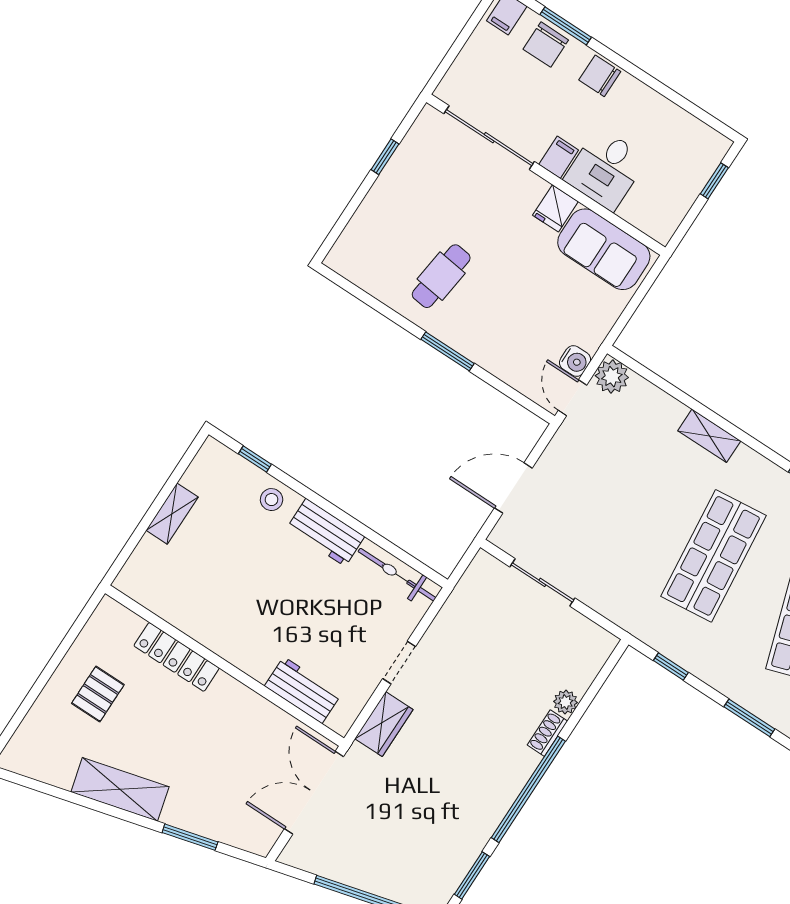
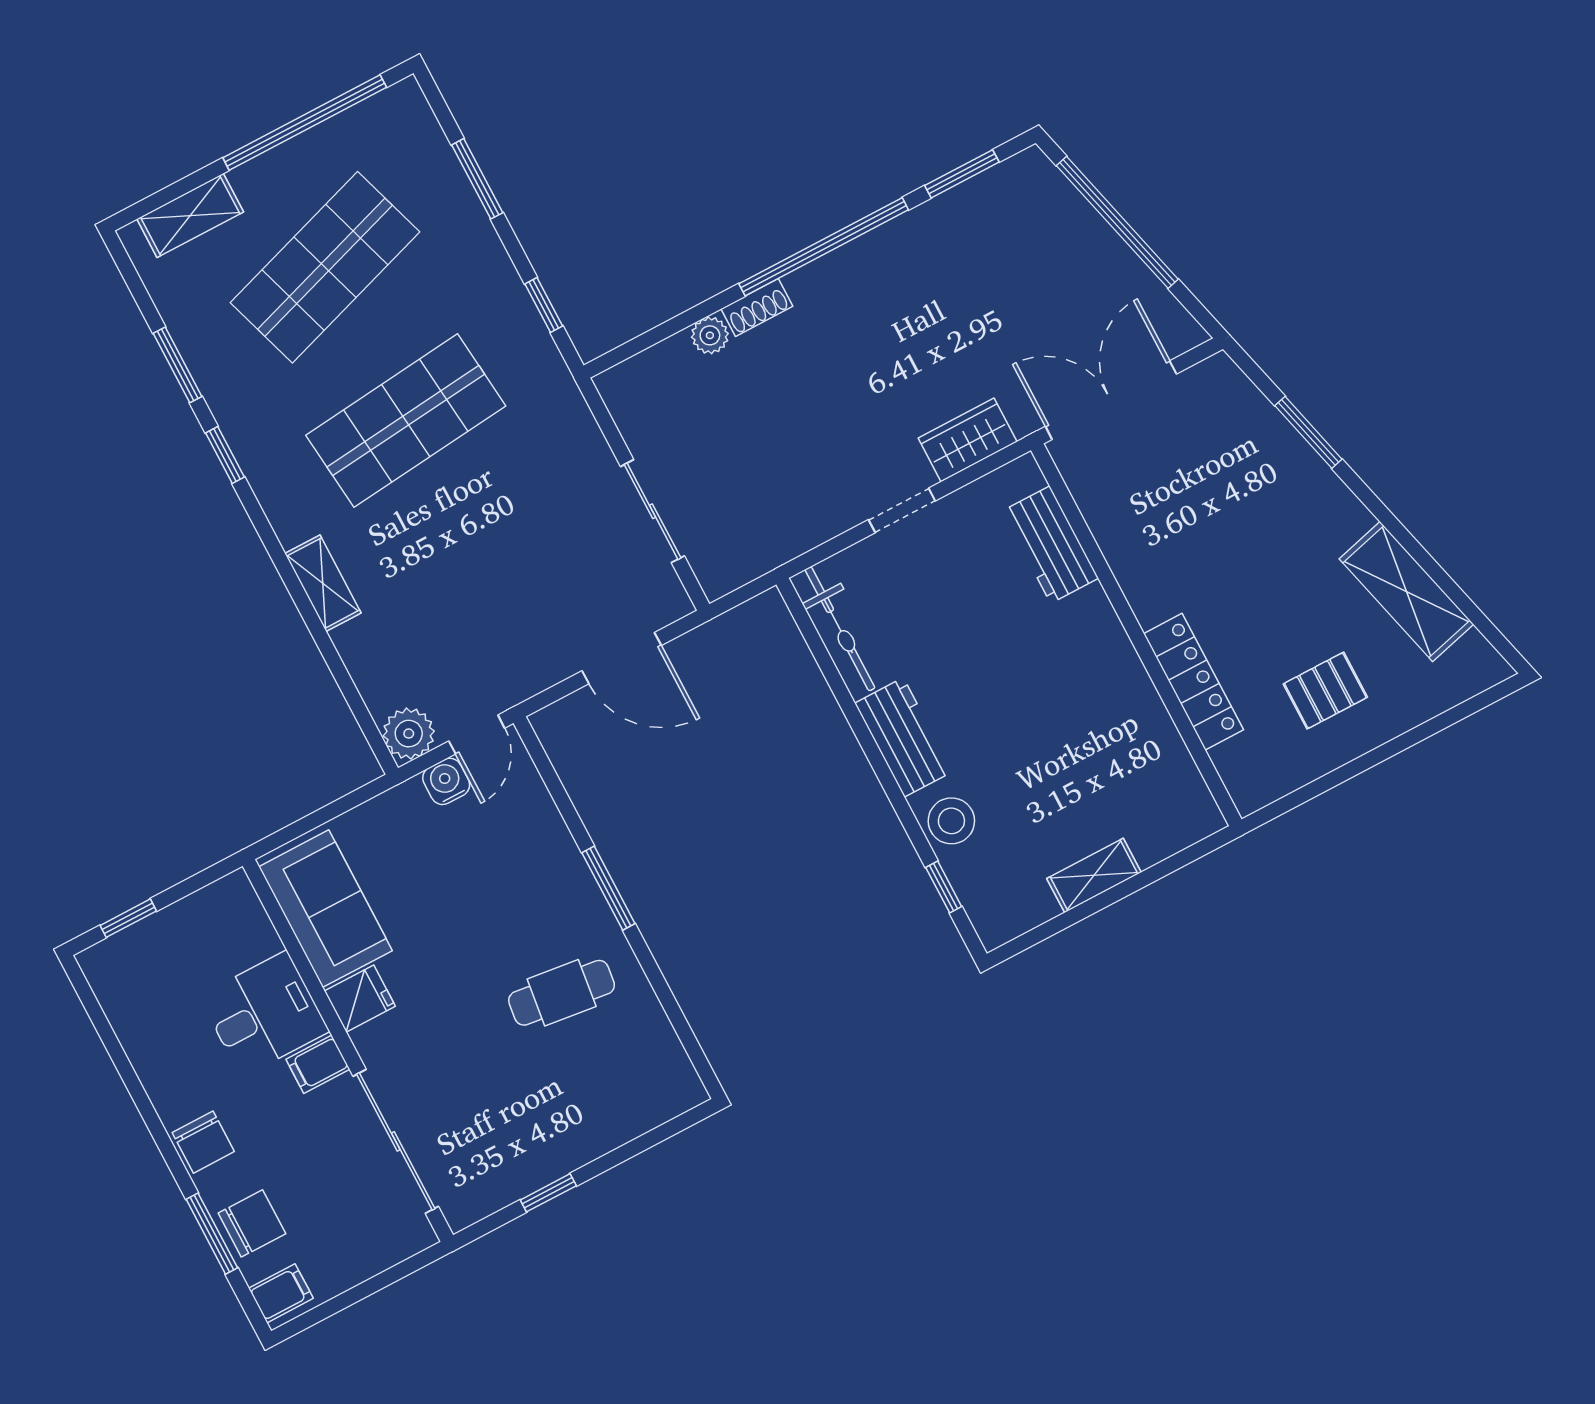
stool: (272, 500) -> (951, 821), width x1.37, depth x1.37
shelving: (120, 789) -> (1406, 592), moved
double door: (314, 793) -> (1111, 400), swing flipped

